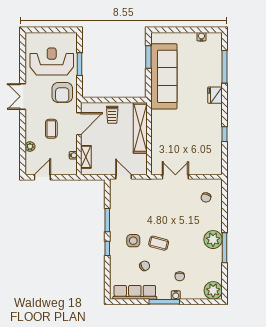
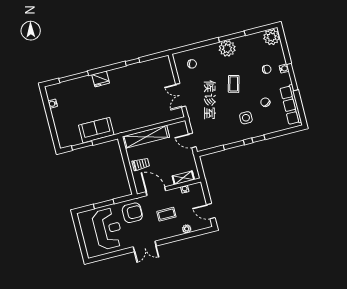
reception desk: (52, 61) -> (108, 229), turned 180
sofa: (164, 76) -> (96, 130), width x0.54, depth x0.79
door: (124, 177) -> (192, 140), hinge flipped
coffee table: (159, 243) -> (234, 84), moved

